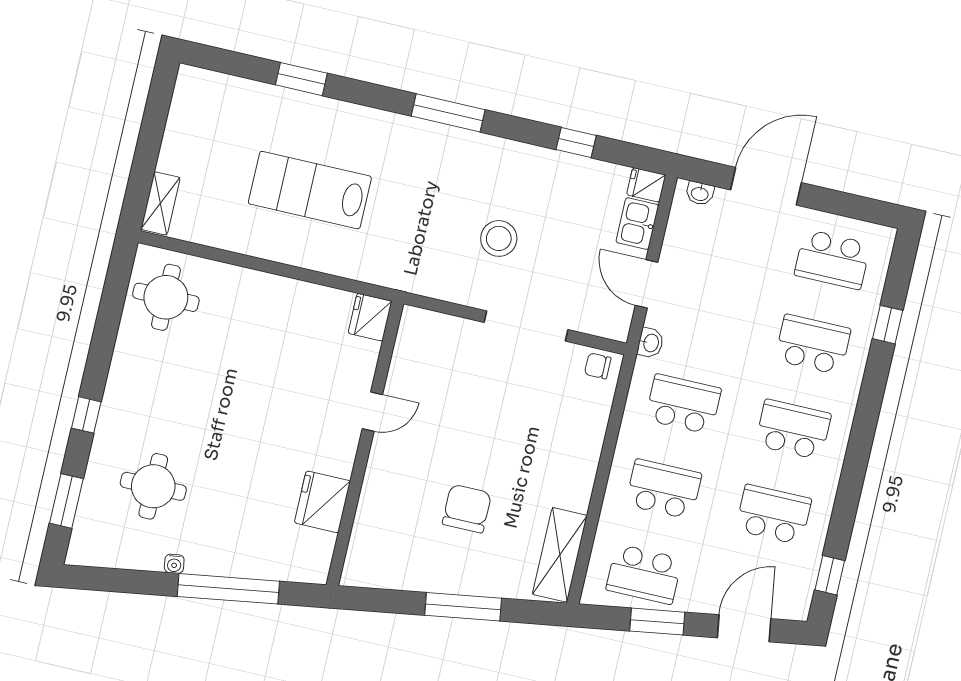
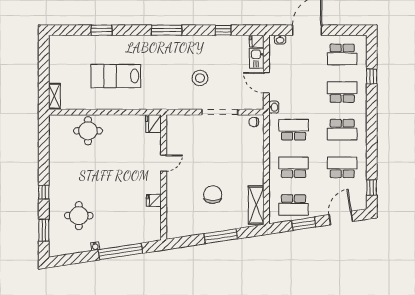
round table: (166, 297) -> (88, 131), moved
school desk: (793, 429) -> (342, 130), turned 180
fridge: (322, 502) -> (154, 200), width x0.53, depth x0.75

